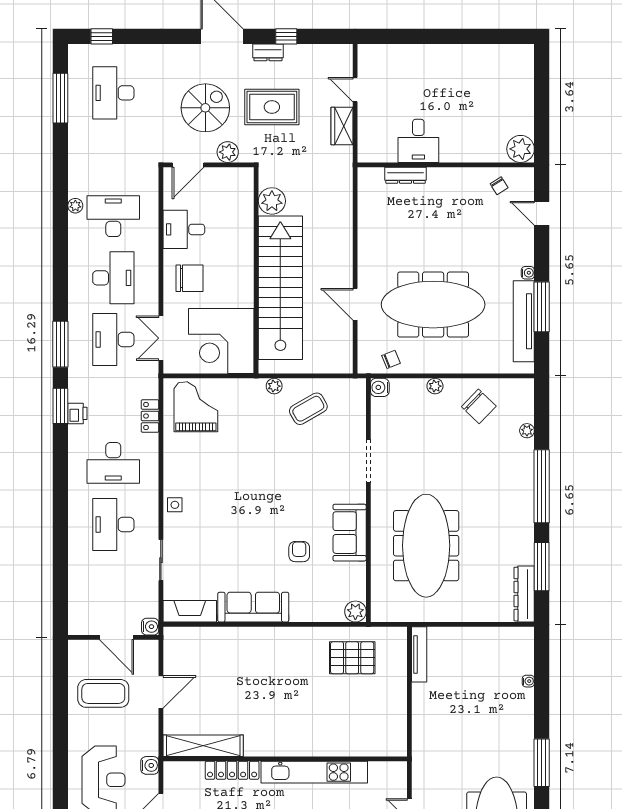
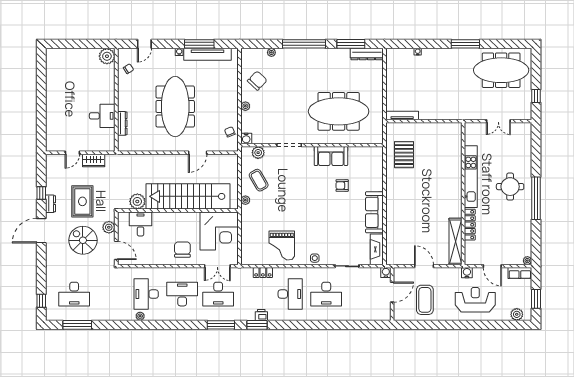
desk: (184, 229) -> (141, 224), moved, turned 180
meeting table: (433, 305) -> (175, 107), moved
grand piano: (196, 407) -> (282, 246), moved, turned -90
plant: (355, 612) -> (258, 153), moved

